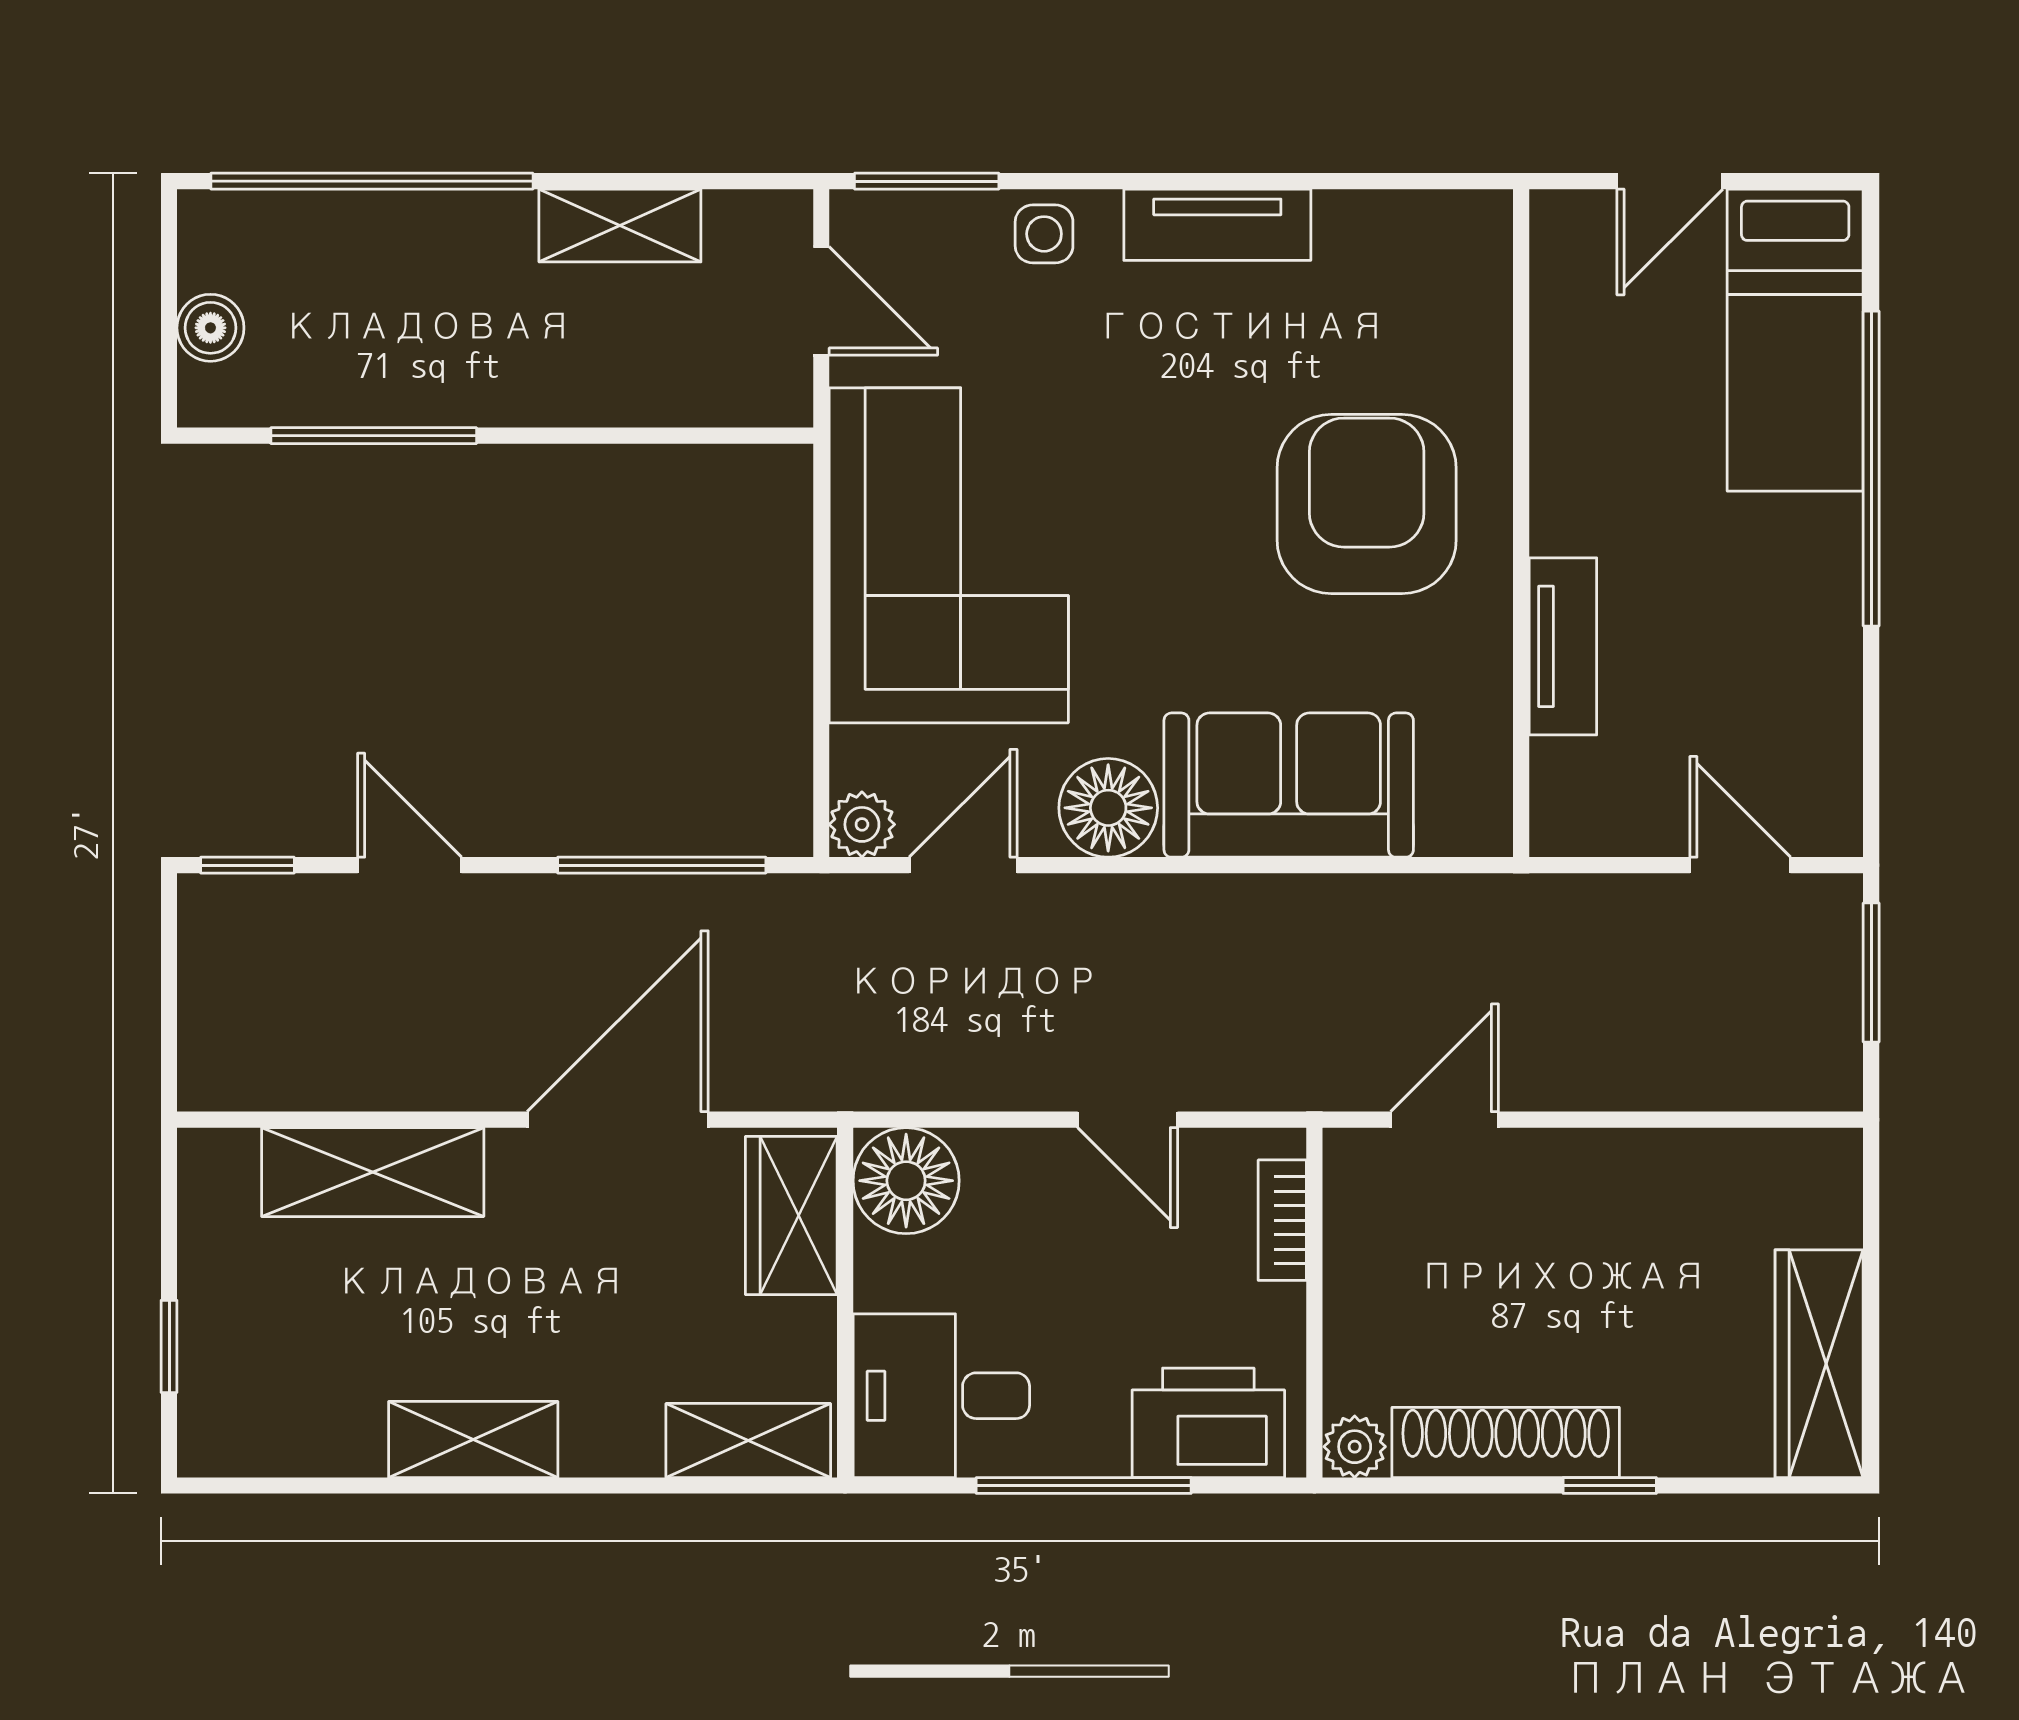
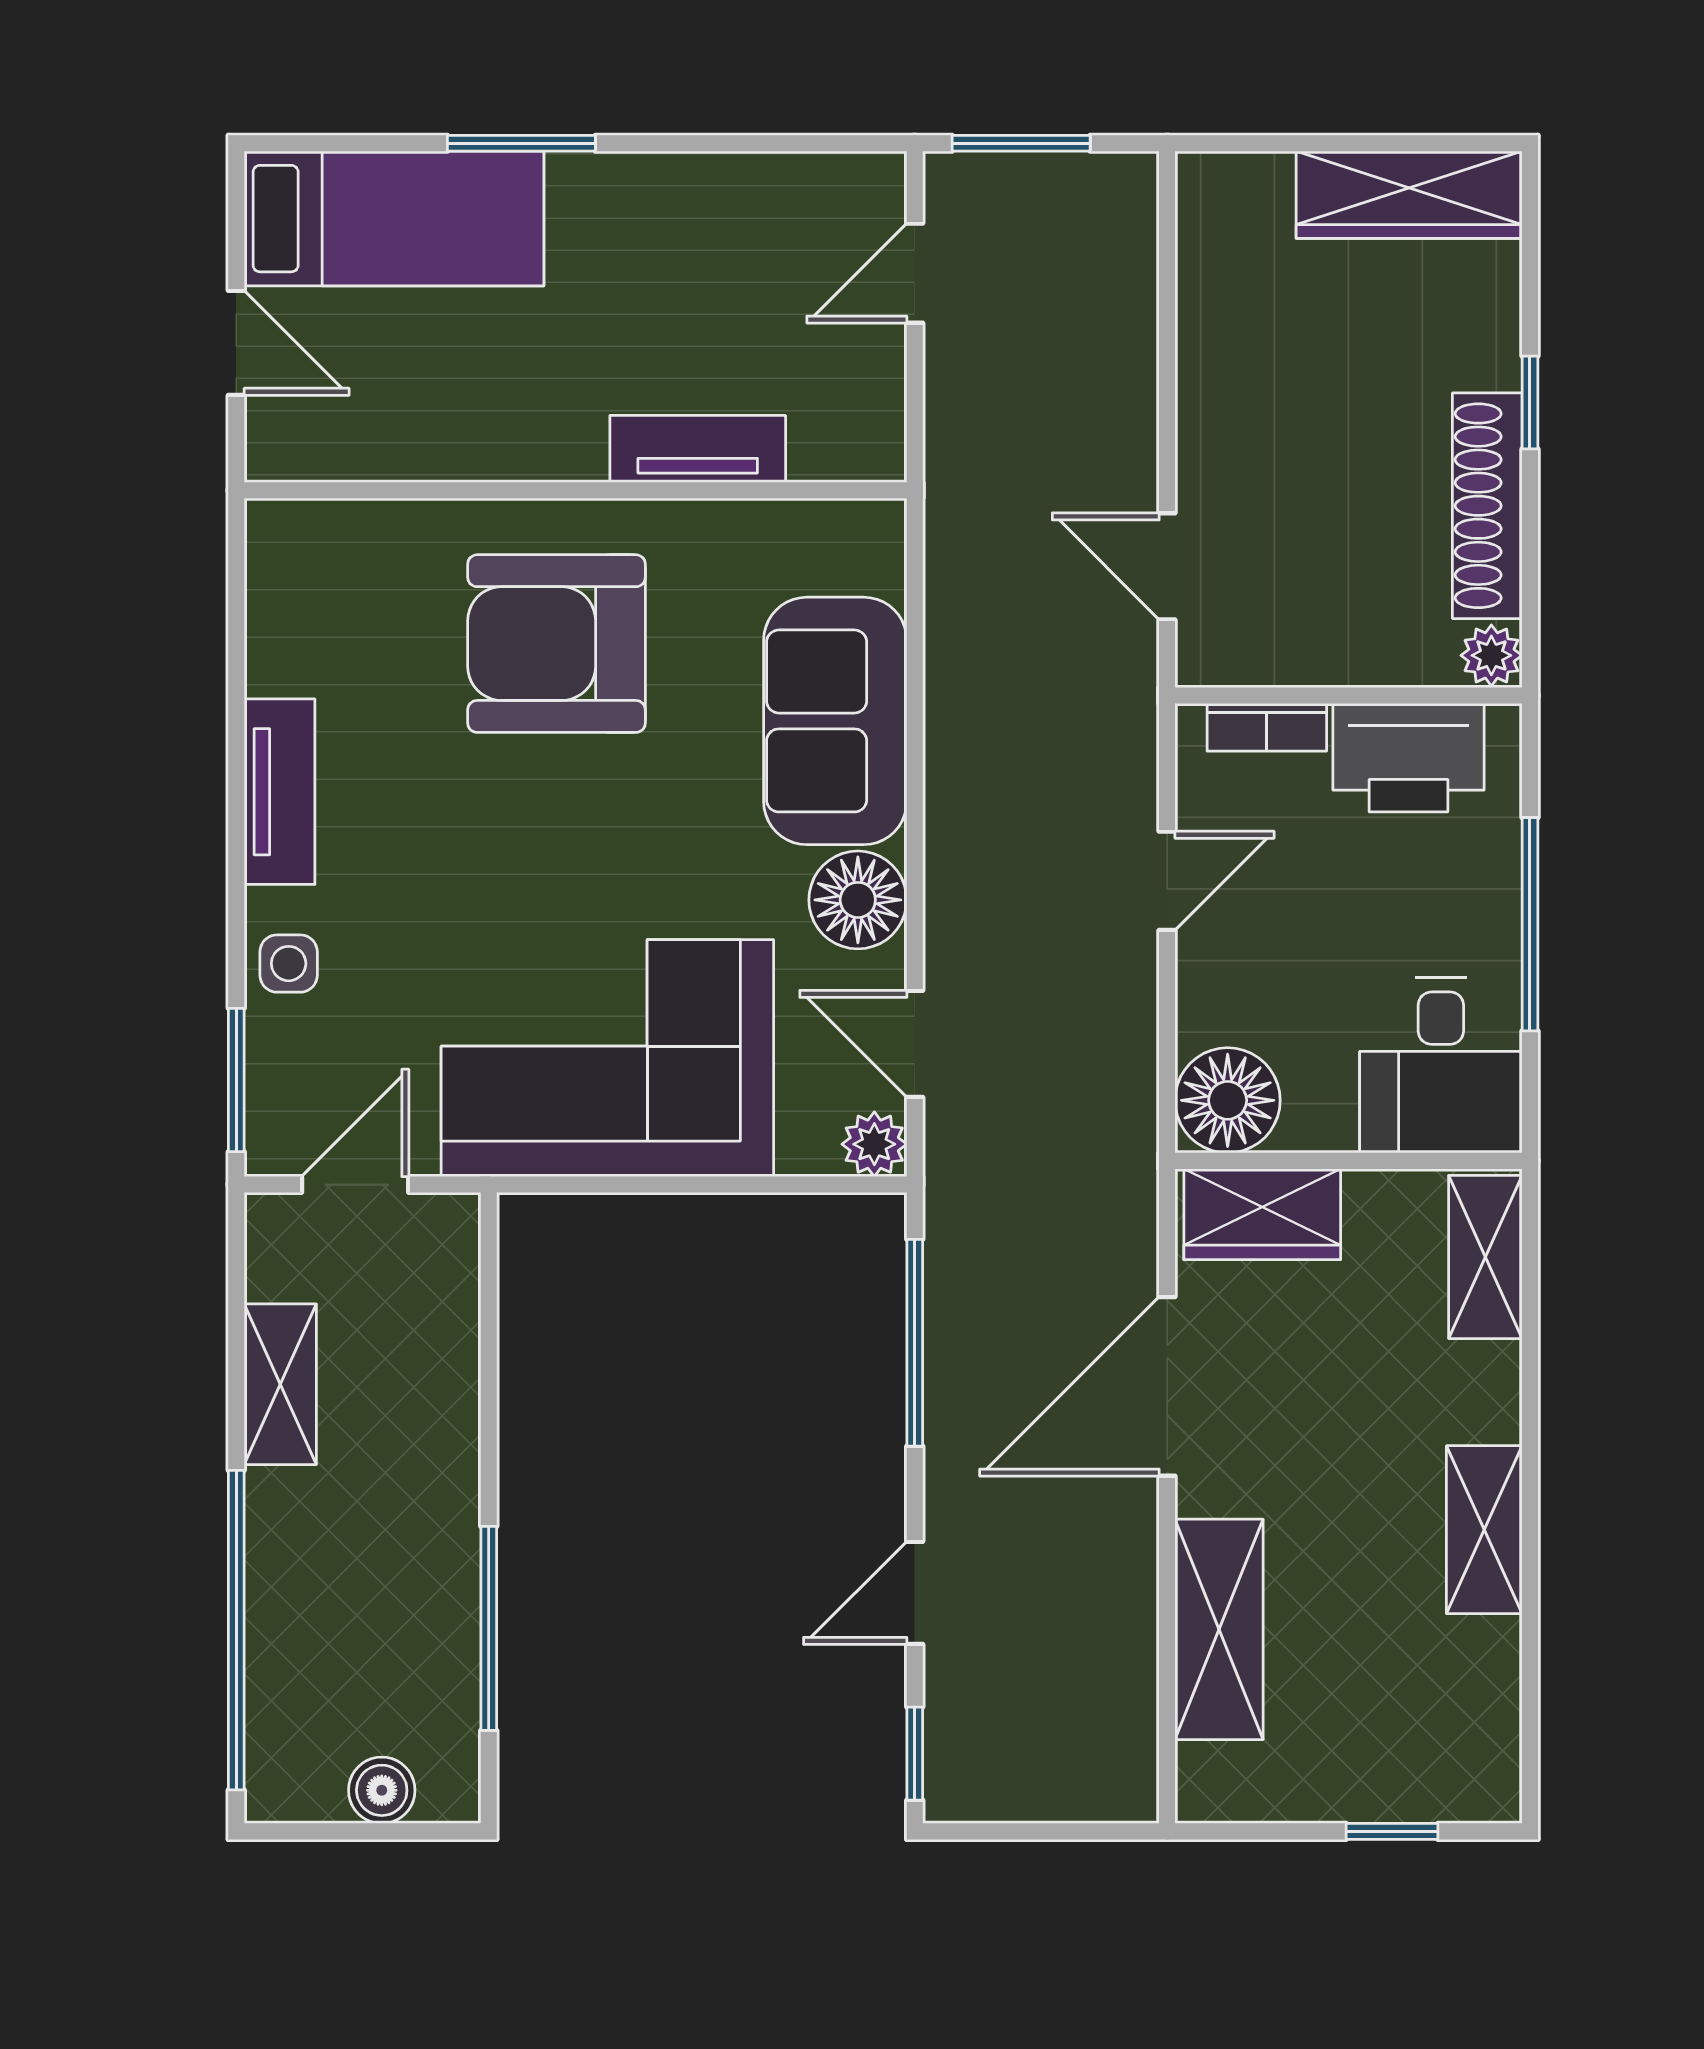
window: (1871, 469) -> (521, 143), width x0.47
door: (618, 1120) -> (1167, 1386), hinge flipped
printer: (1208, 1423) -> (1409, 758), moved, turned -90

